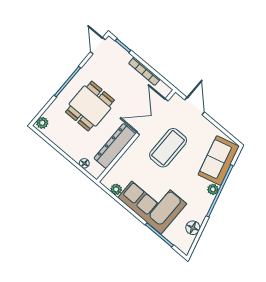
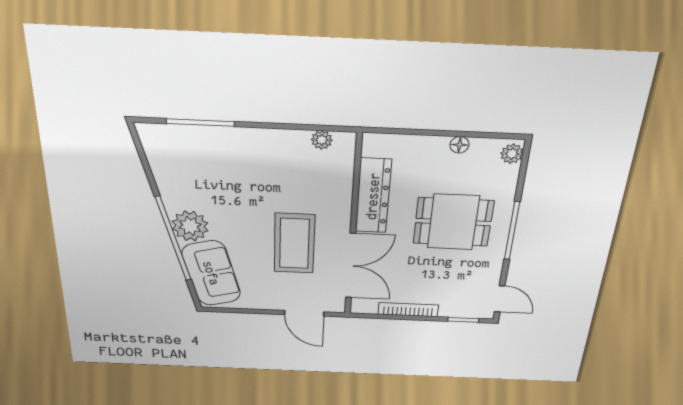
dining table: (90, 106) -> (453, 222), turned 90
floor lamp: (84, 163) -> (460, 145), moved
plant: (213, 189) -> (190, 226), width x1.88, depth x1.88
corner sofa: (152, 201) -> (254, 162), removed
floor lamp: (193, 228) -> (163, 167), removed

